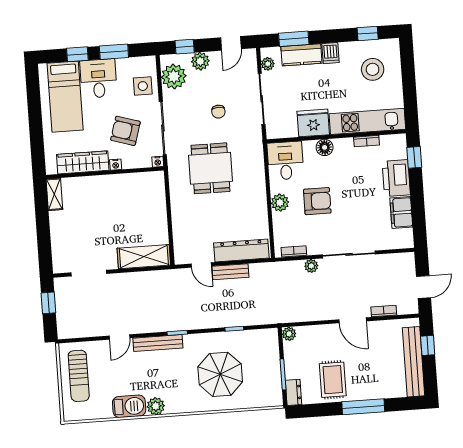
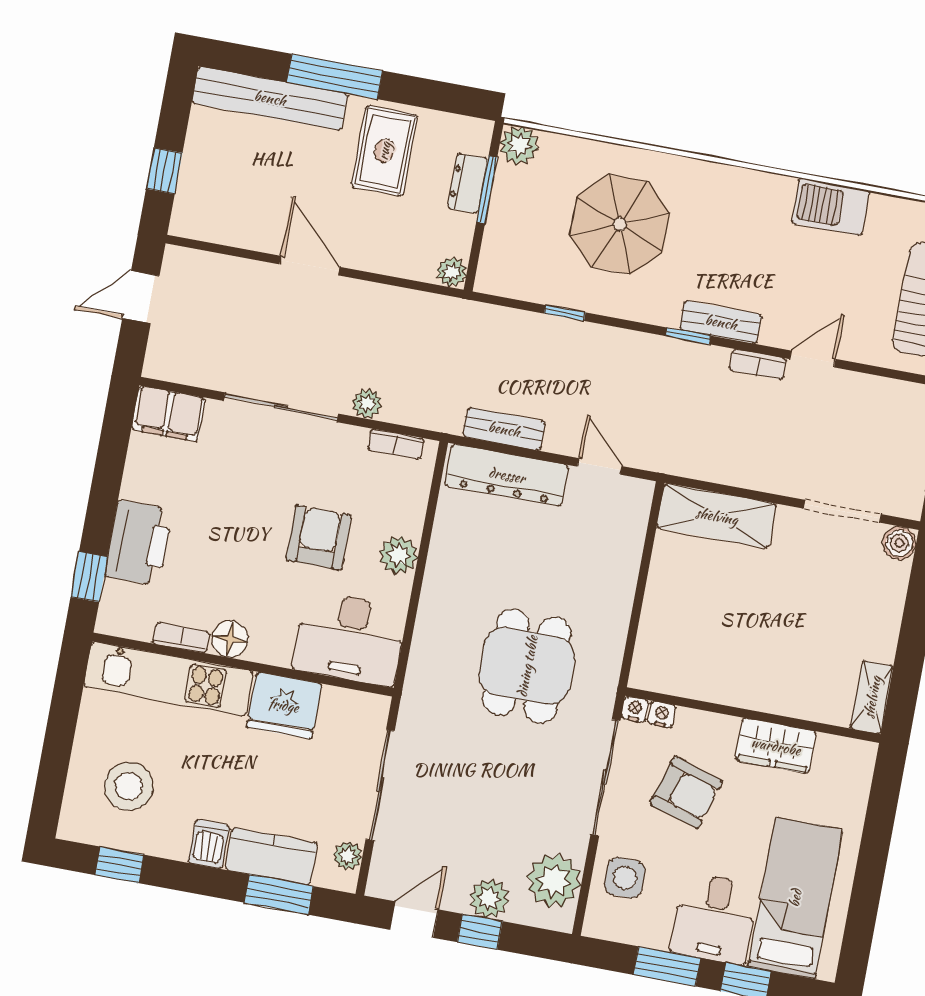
window: (185, 47) -> (480, 932), moved
chair: (218, 112) -> (479, 782), removed
floor lamp: (325, 147) -> (230, 639), moved
desk: (285, 161) -> (350, 638), width x1.37
wardrobe: (83, 162) -> (776, 746), width x0.67
nightstand: (116, 165) -> (662, 714), moved
armchair: (317, 201) -> (319, 538), turned 90
filing cabinet: (401, 212) -> (168, 414), moved, turned 90
boiler: (60, 266) -> (899, 543), added
bench: (230, 272) -> (504, 429), moved
bookcase: (384, 311) -> (758, 364), moved
bench: (158, 343) -> (721, 322), width x0.73
bench: (414, 362) -> (270, 98), moved, turned 90
dresser: (294, 392) -> (467, 183), moved
plant: (156, 406) -> (519, 145), moved

